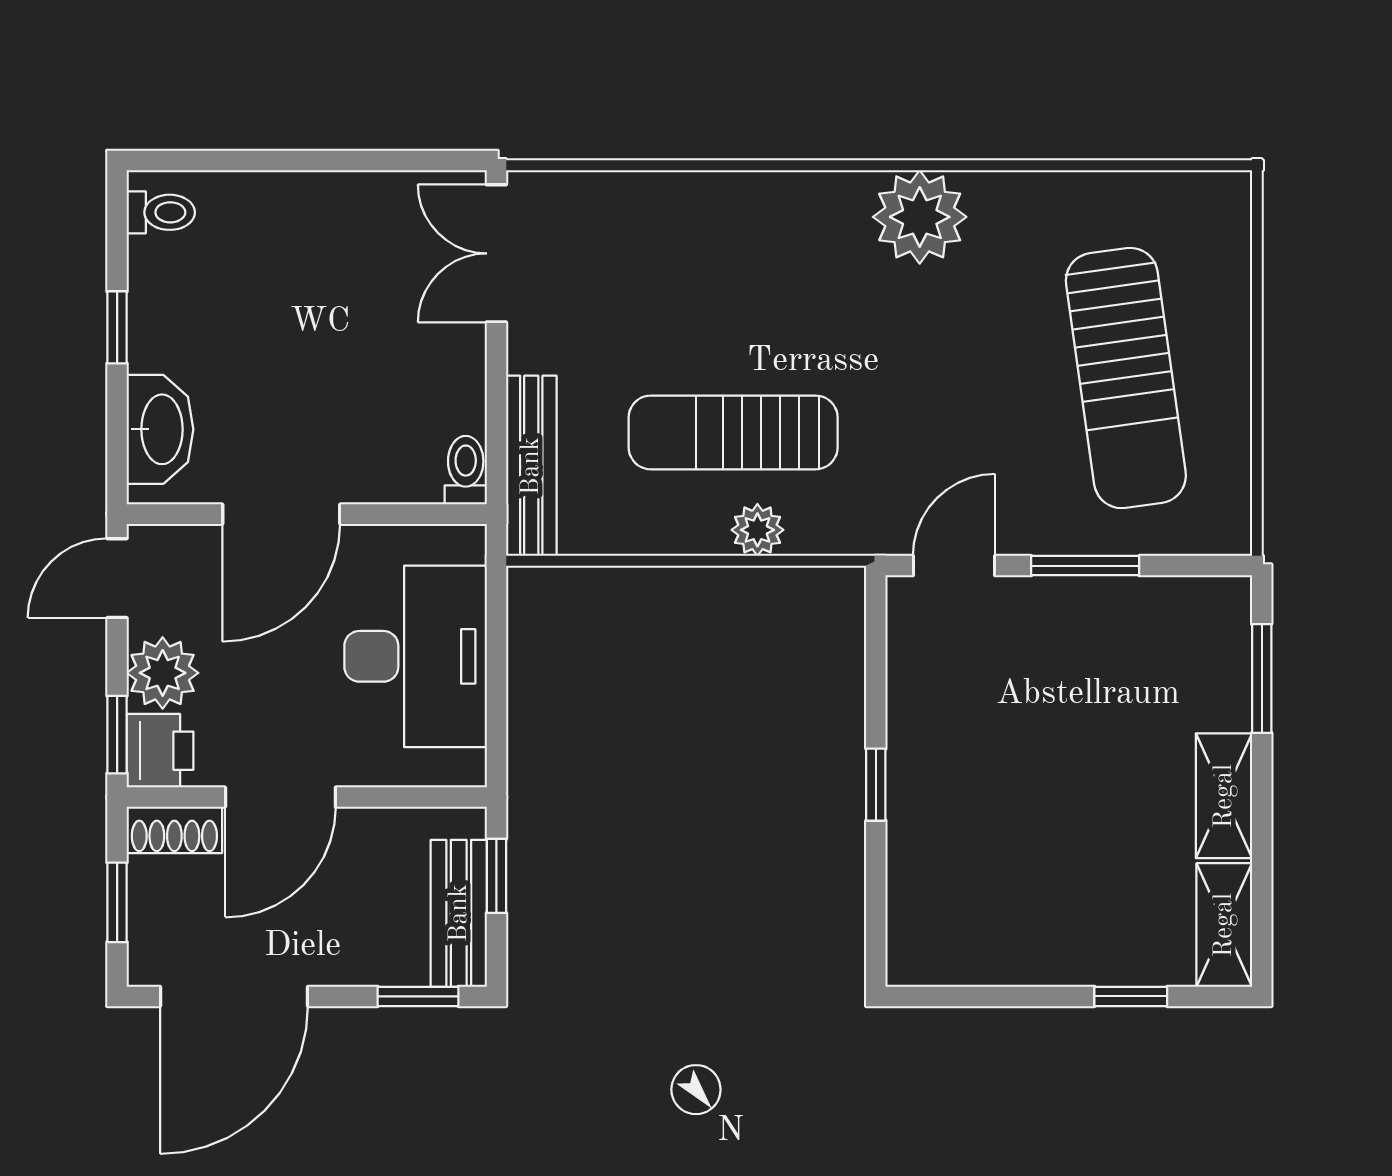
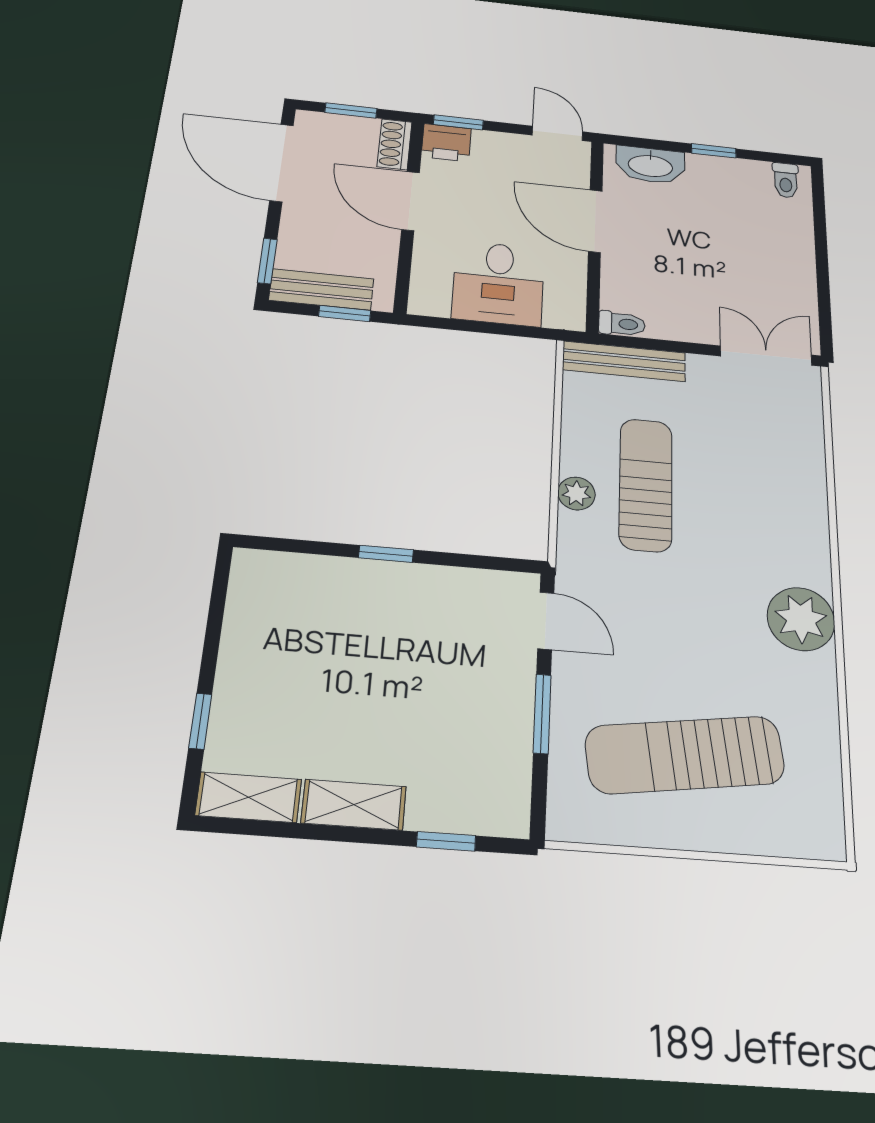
desk: (416, 656) -> (498, 283), width x0.73
plant: (163, 673) -> (496, 149), removed
window: (1262, 678) -> (446, 841), width x0.67

